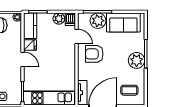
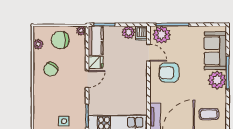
plant: (98, 21) -> (162, 35), moved
sofa: (123, 23) -> (215, 51), moved, turned 90
door: (23, 59) -> (87, 79), hinge flipped

